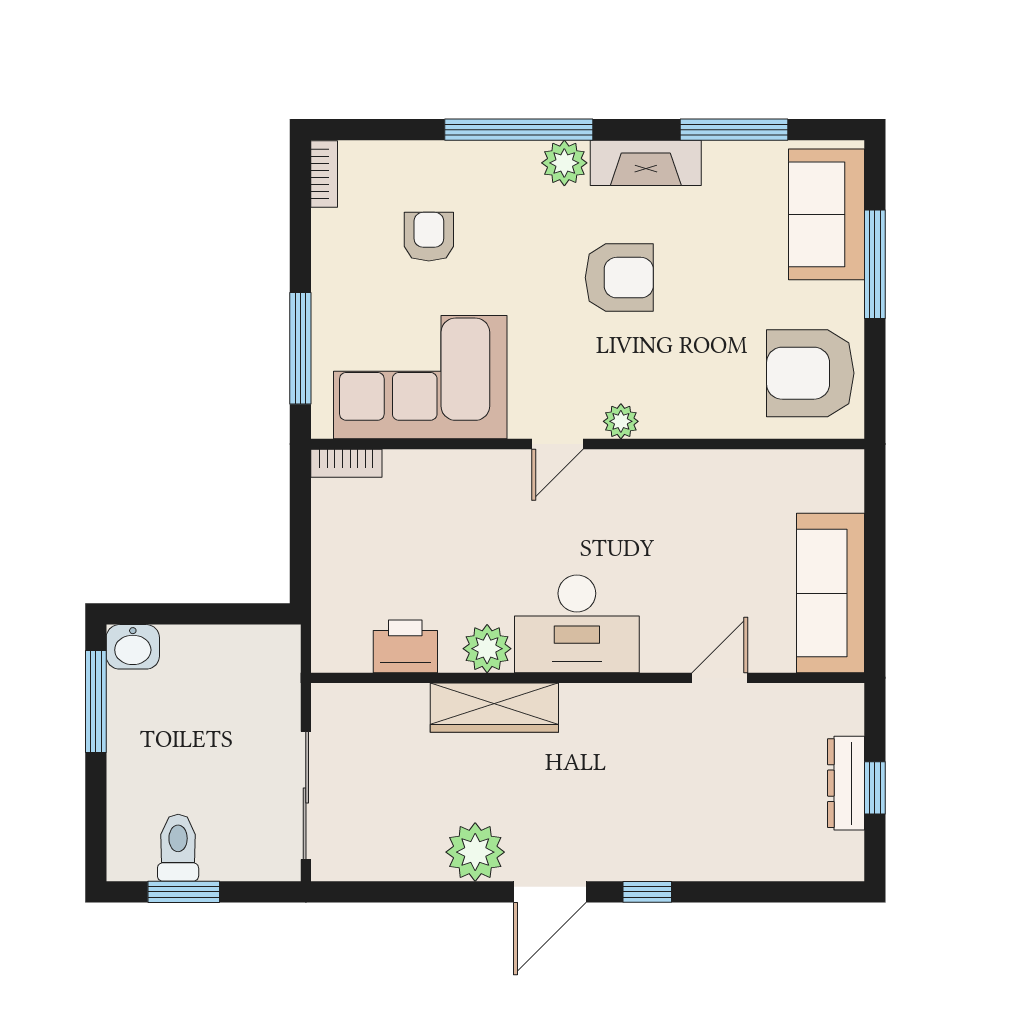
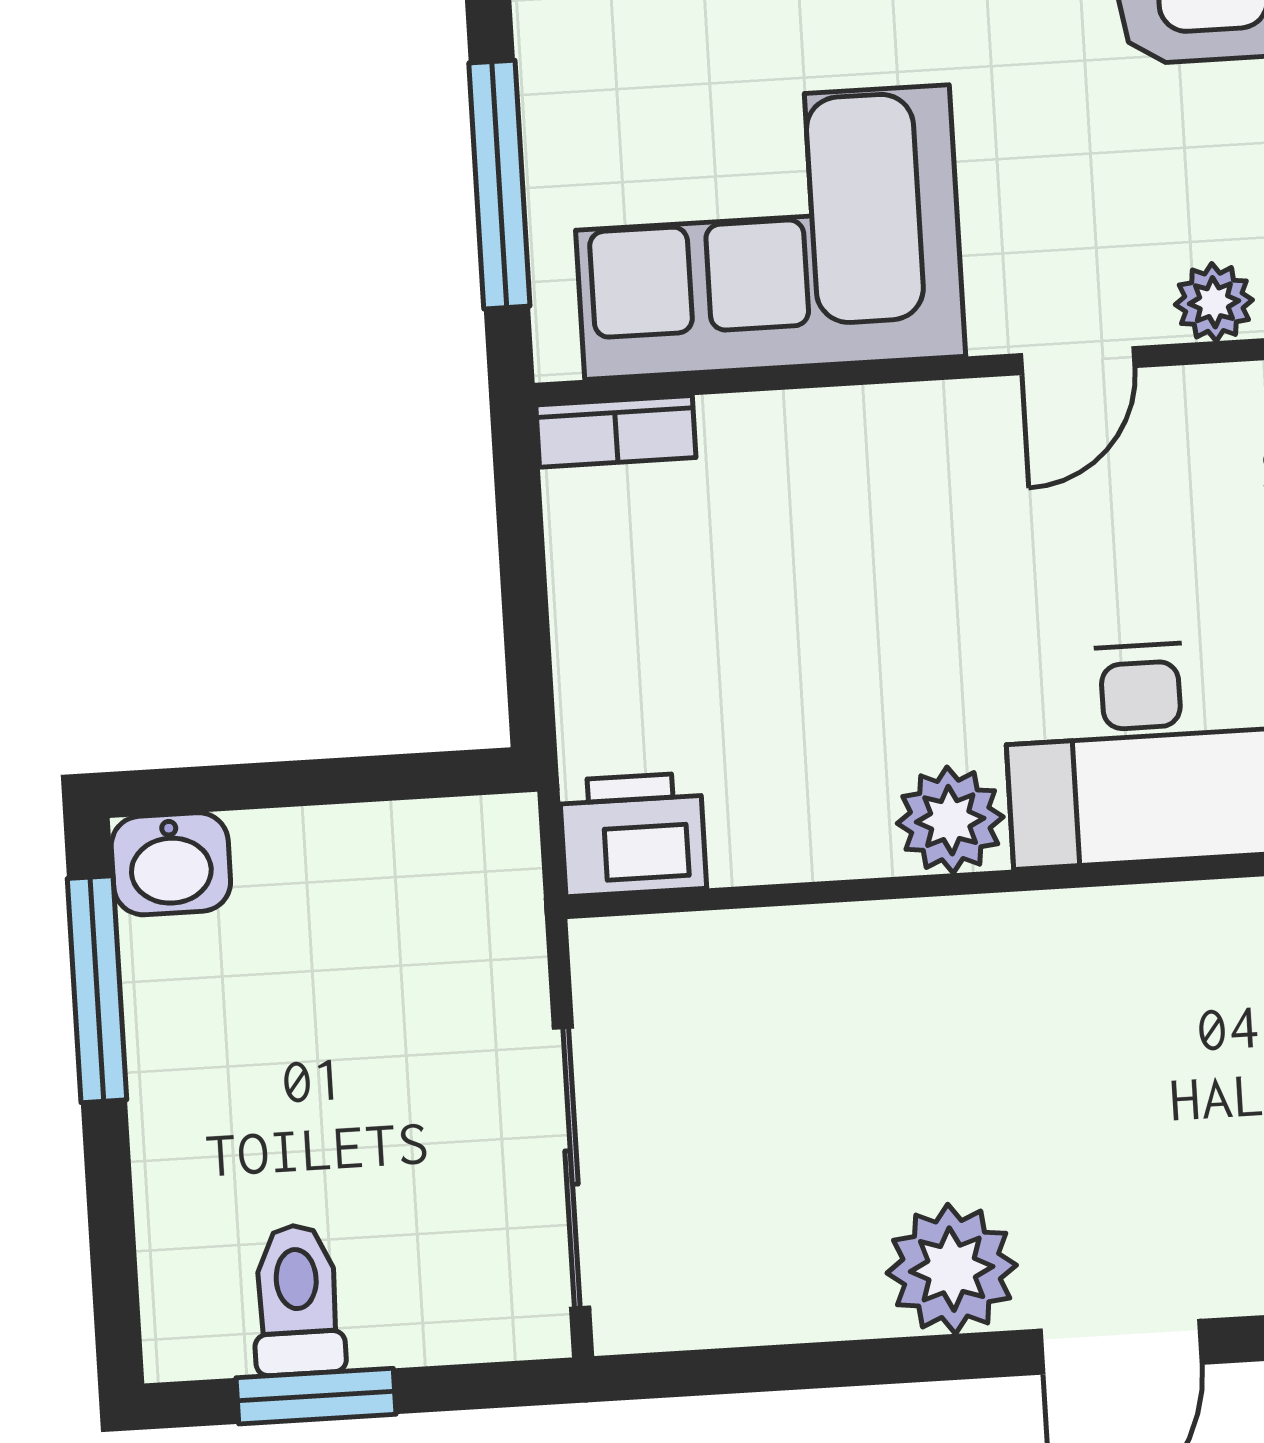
printer: (405, 646) -> (633, 834), moved
wardrobe: (494, 708) -> (975, 949), removed

